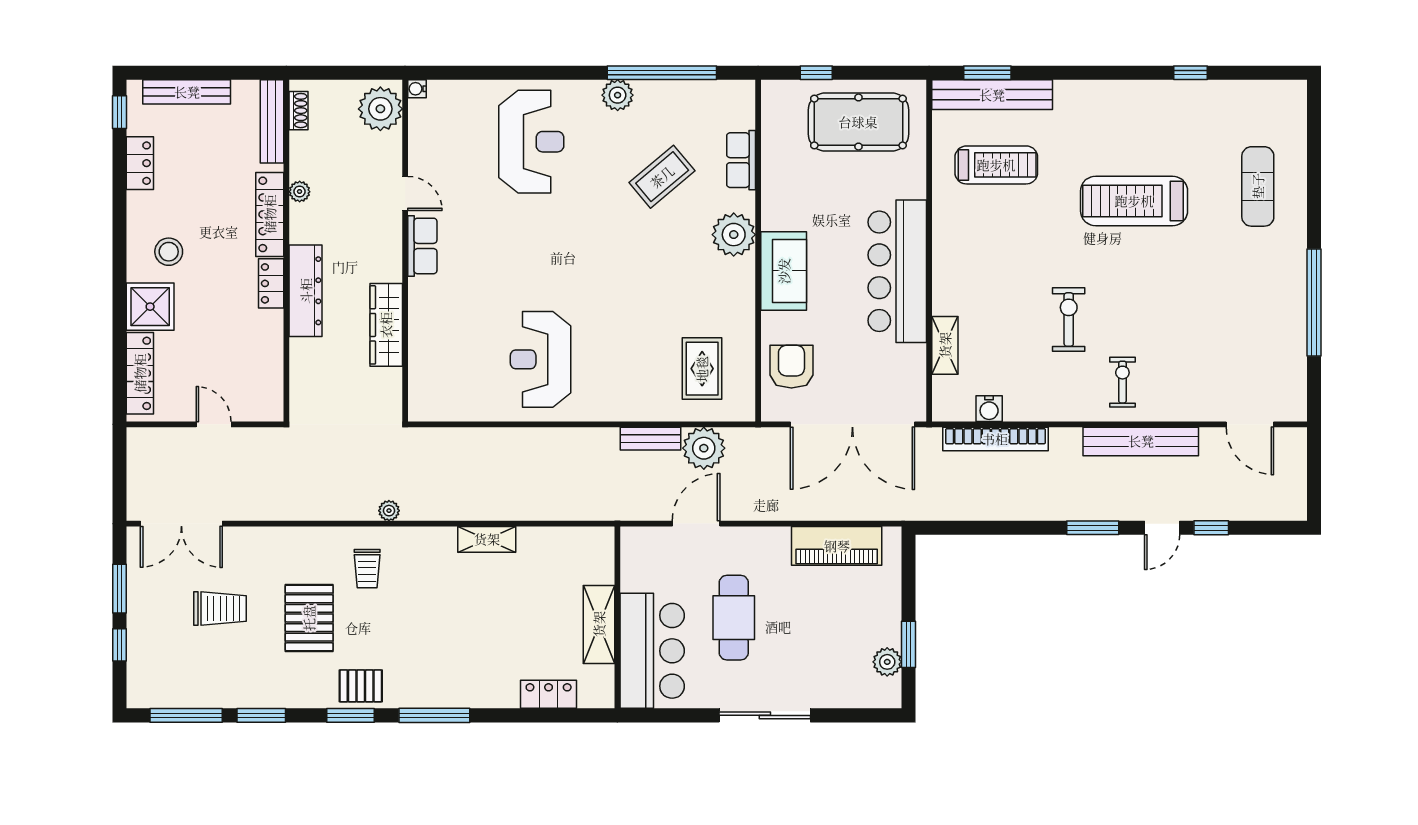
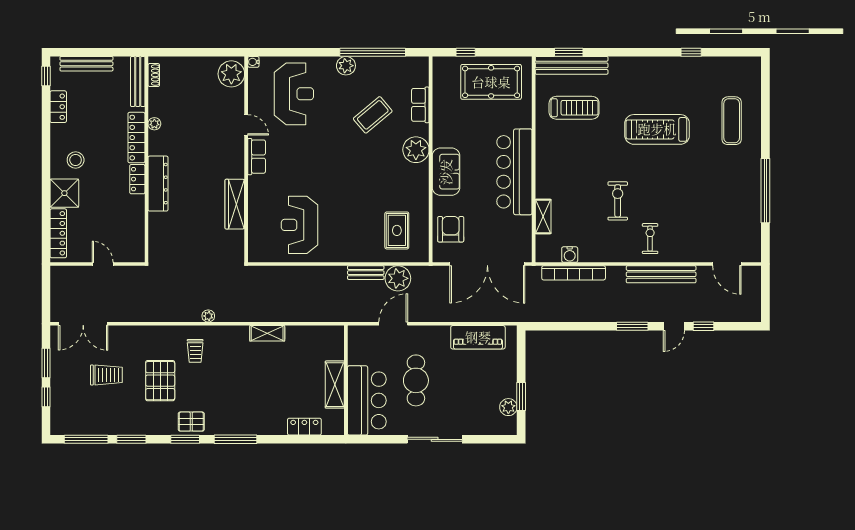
water cooler: (417, 89) -> (253, 62), moved
plant: (380, 109) -> (231, 74), moved
door: (405, 193) -> (246, 125), moved
row of seats: (422, 246) -> (257, 157), moved
wall: (405, 251) -> (246, 159), moved
wardrobe: (386, 325) -> (235, 204), moved

